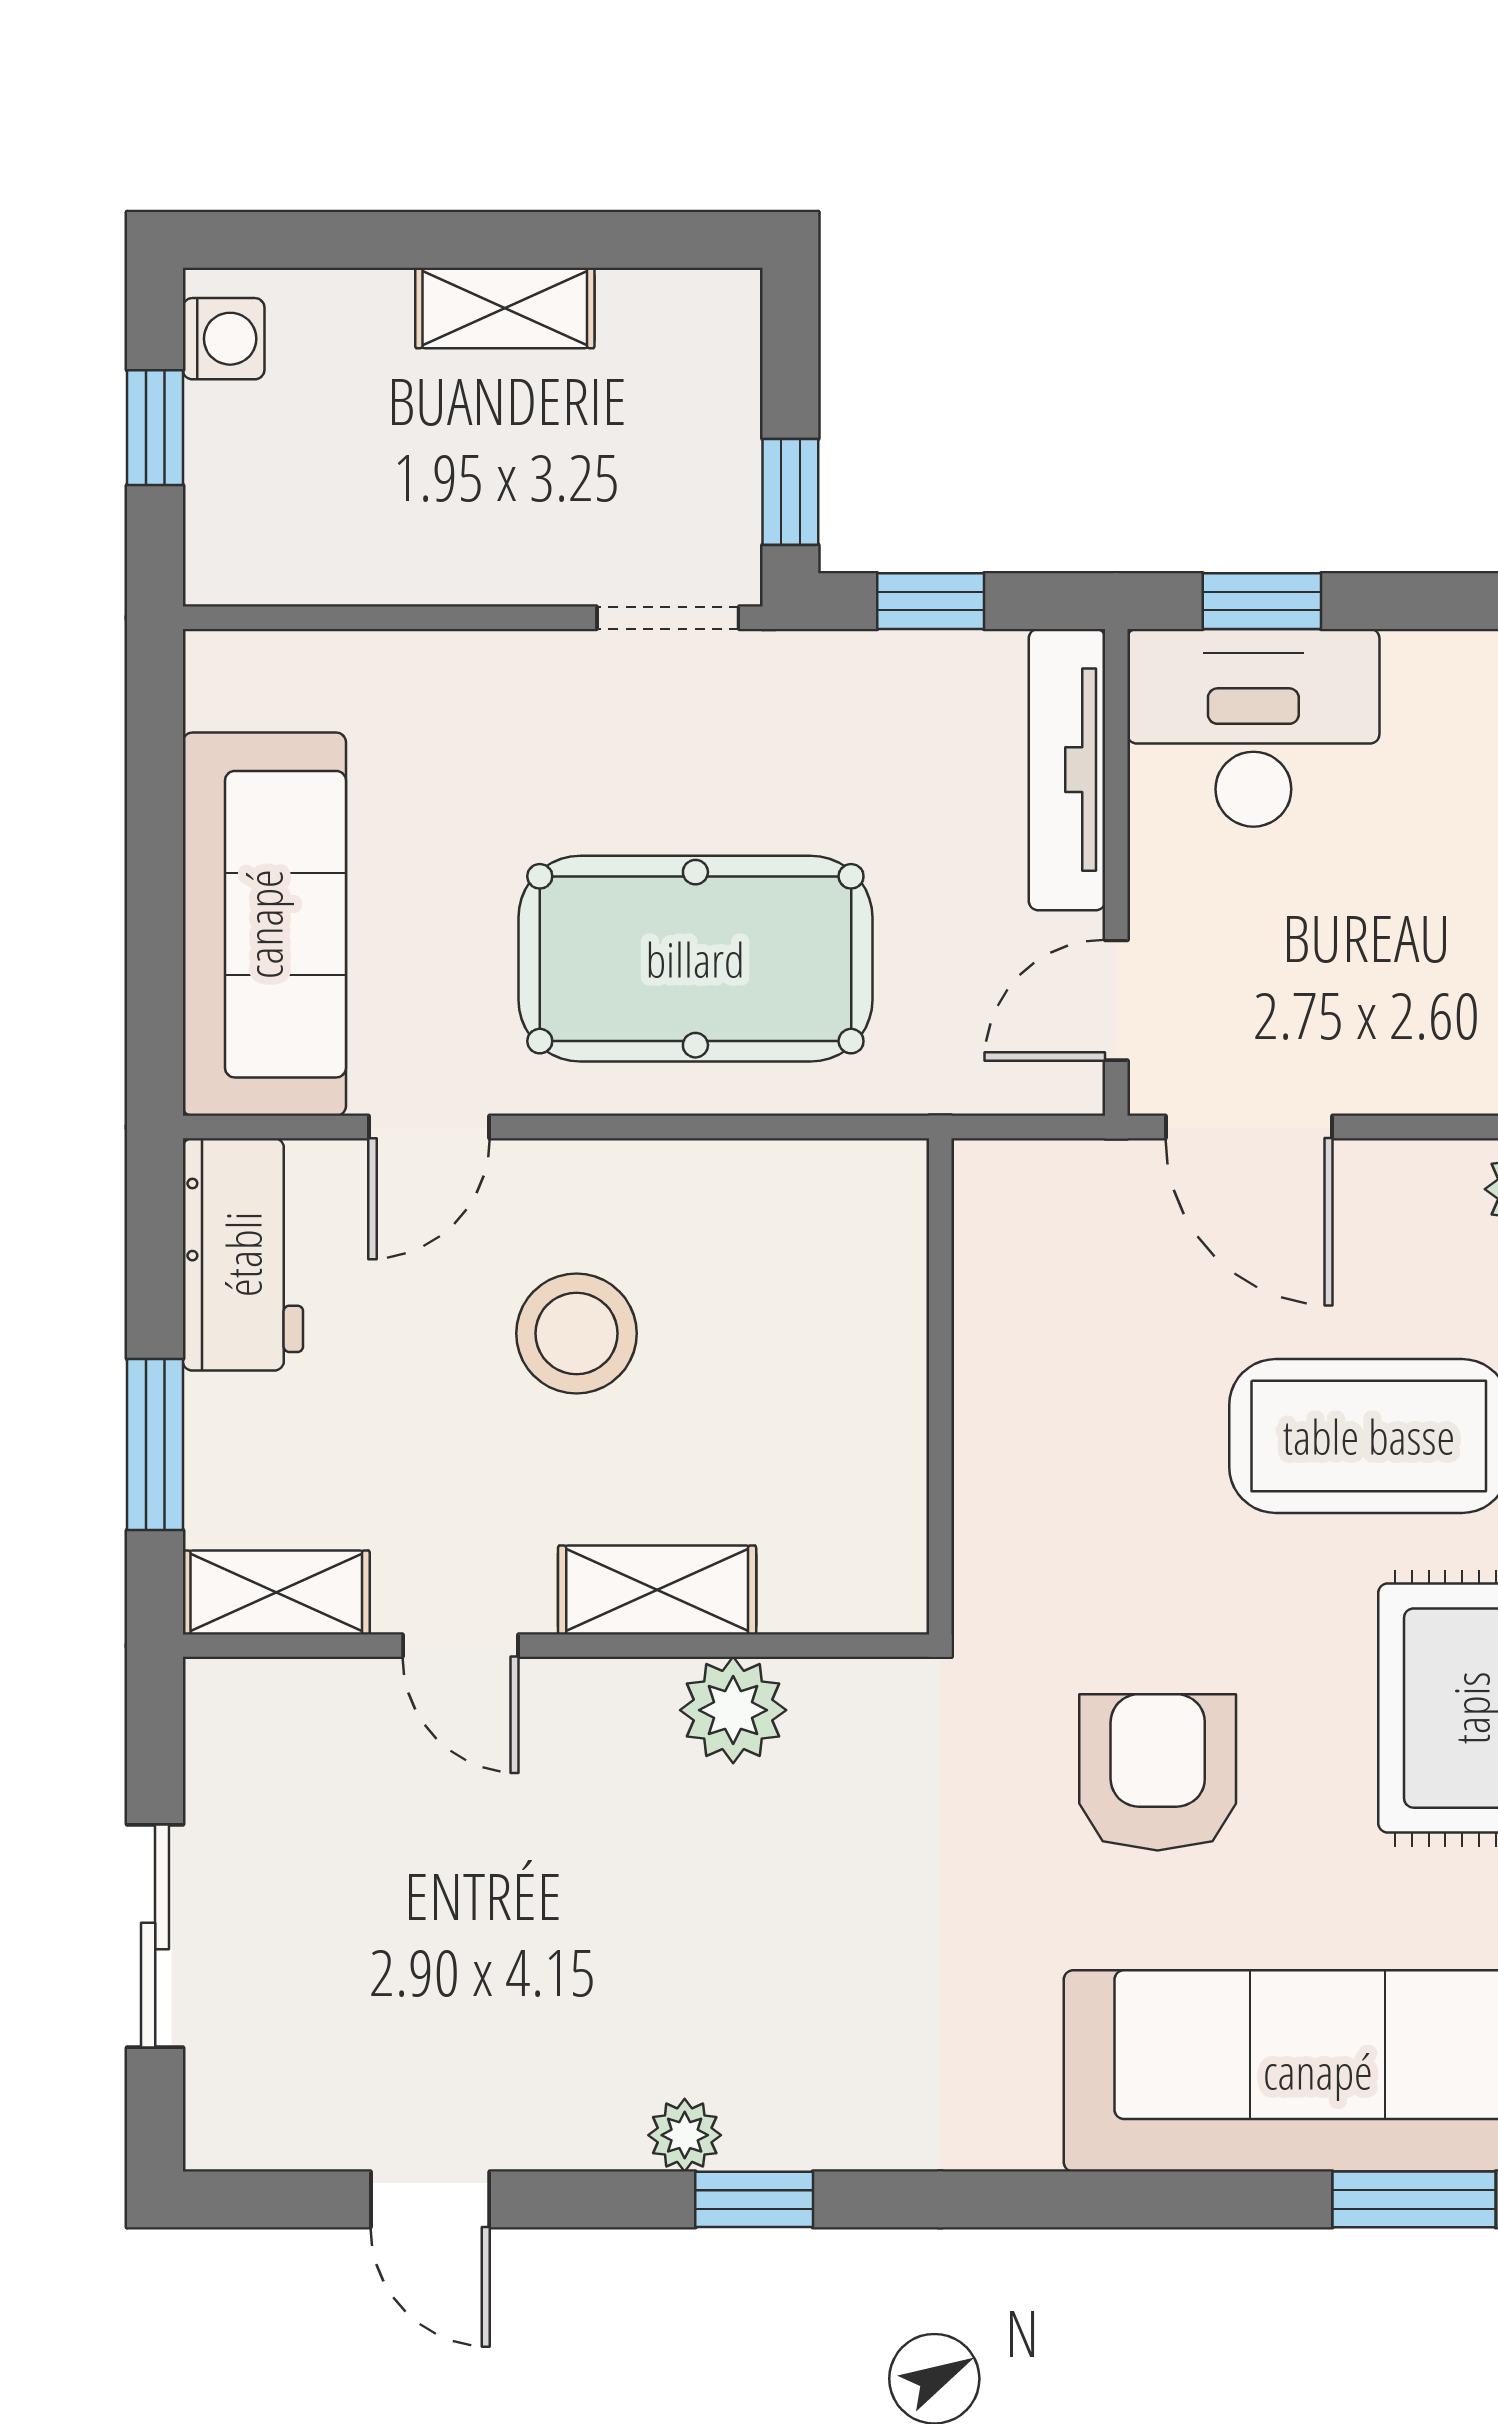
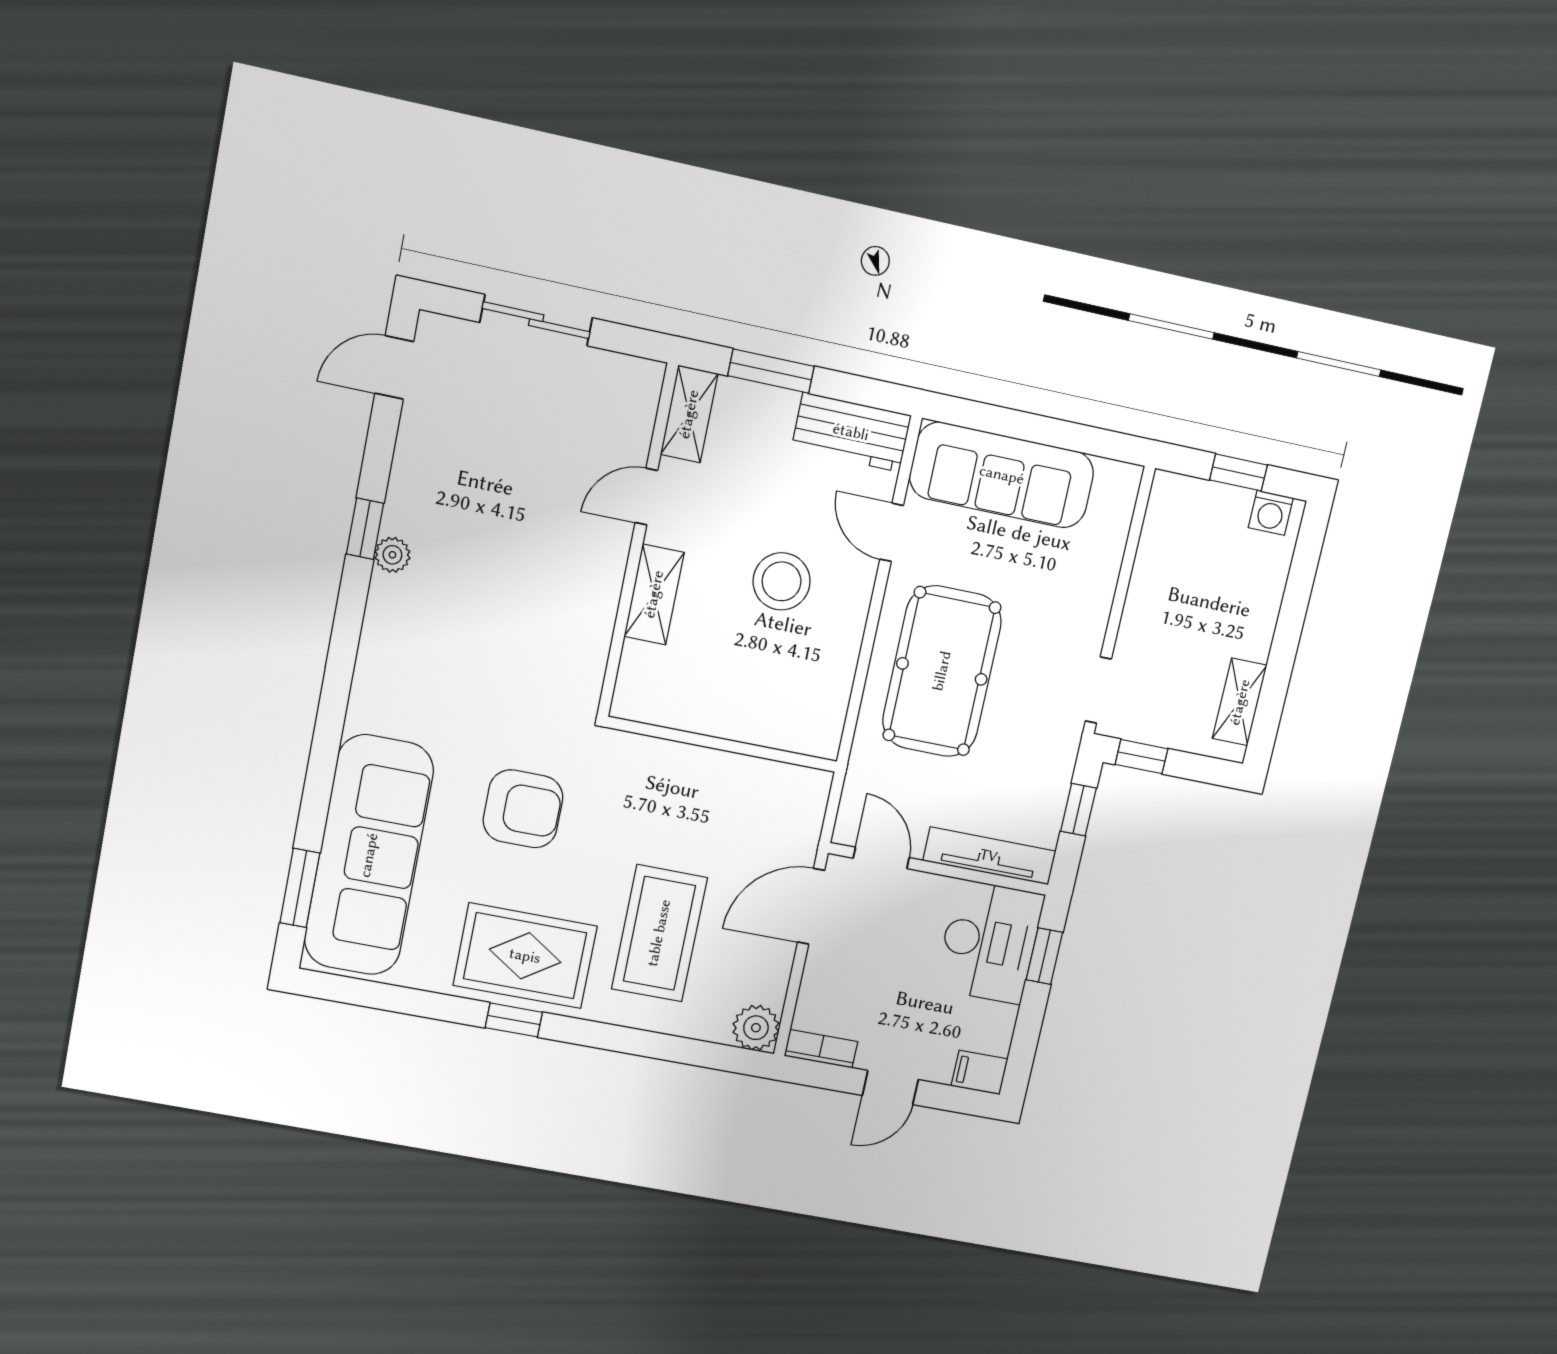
shelving: (505, 308) -> (1240, 702), moved
plant: (733, 1710) -> (591, 619), removed
door: (430, 2199) -> (394, 367), moved
window: (754, 2199) -> (365, 529), moved

